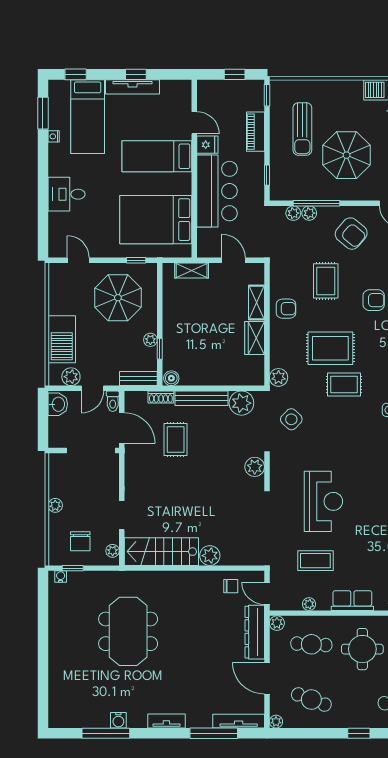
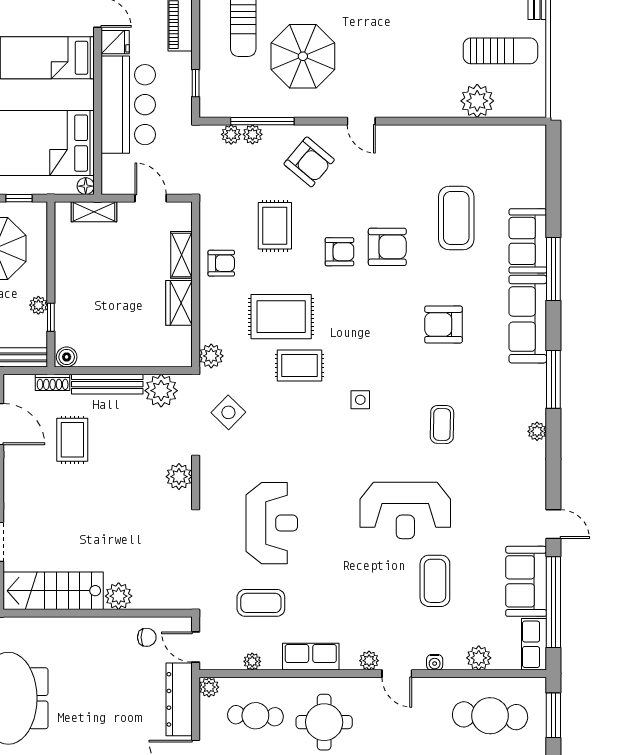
floor lamp: (185, 251) -> (86, 186), added

